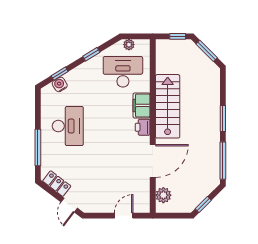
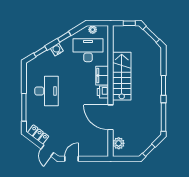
water cooler: (60, 84) -> (57, 50), moved
door: (153, 161) -> (111, 117), swing flipped
door: (124, 216) -> (72, 159), moved

